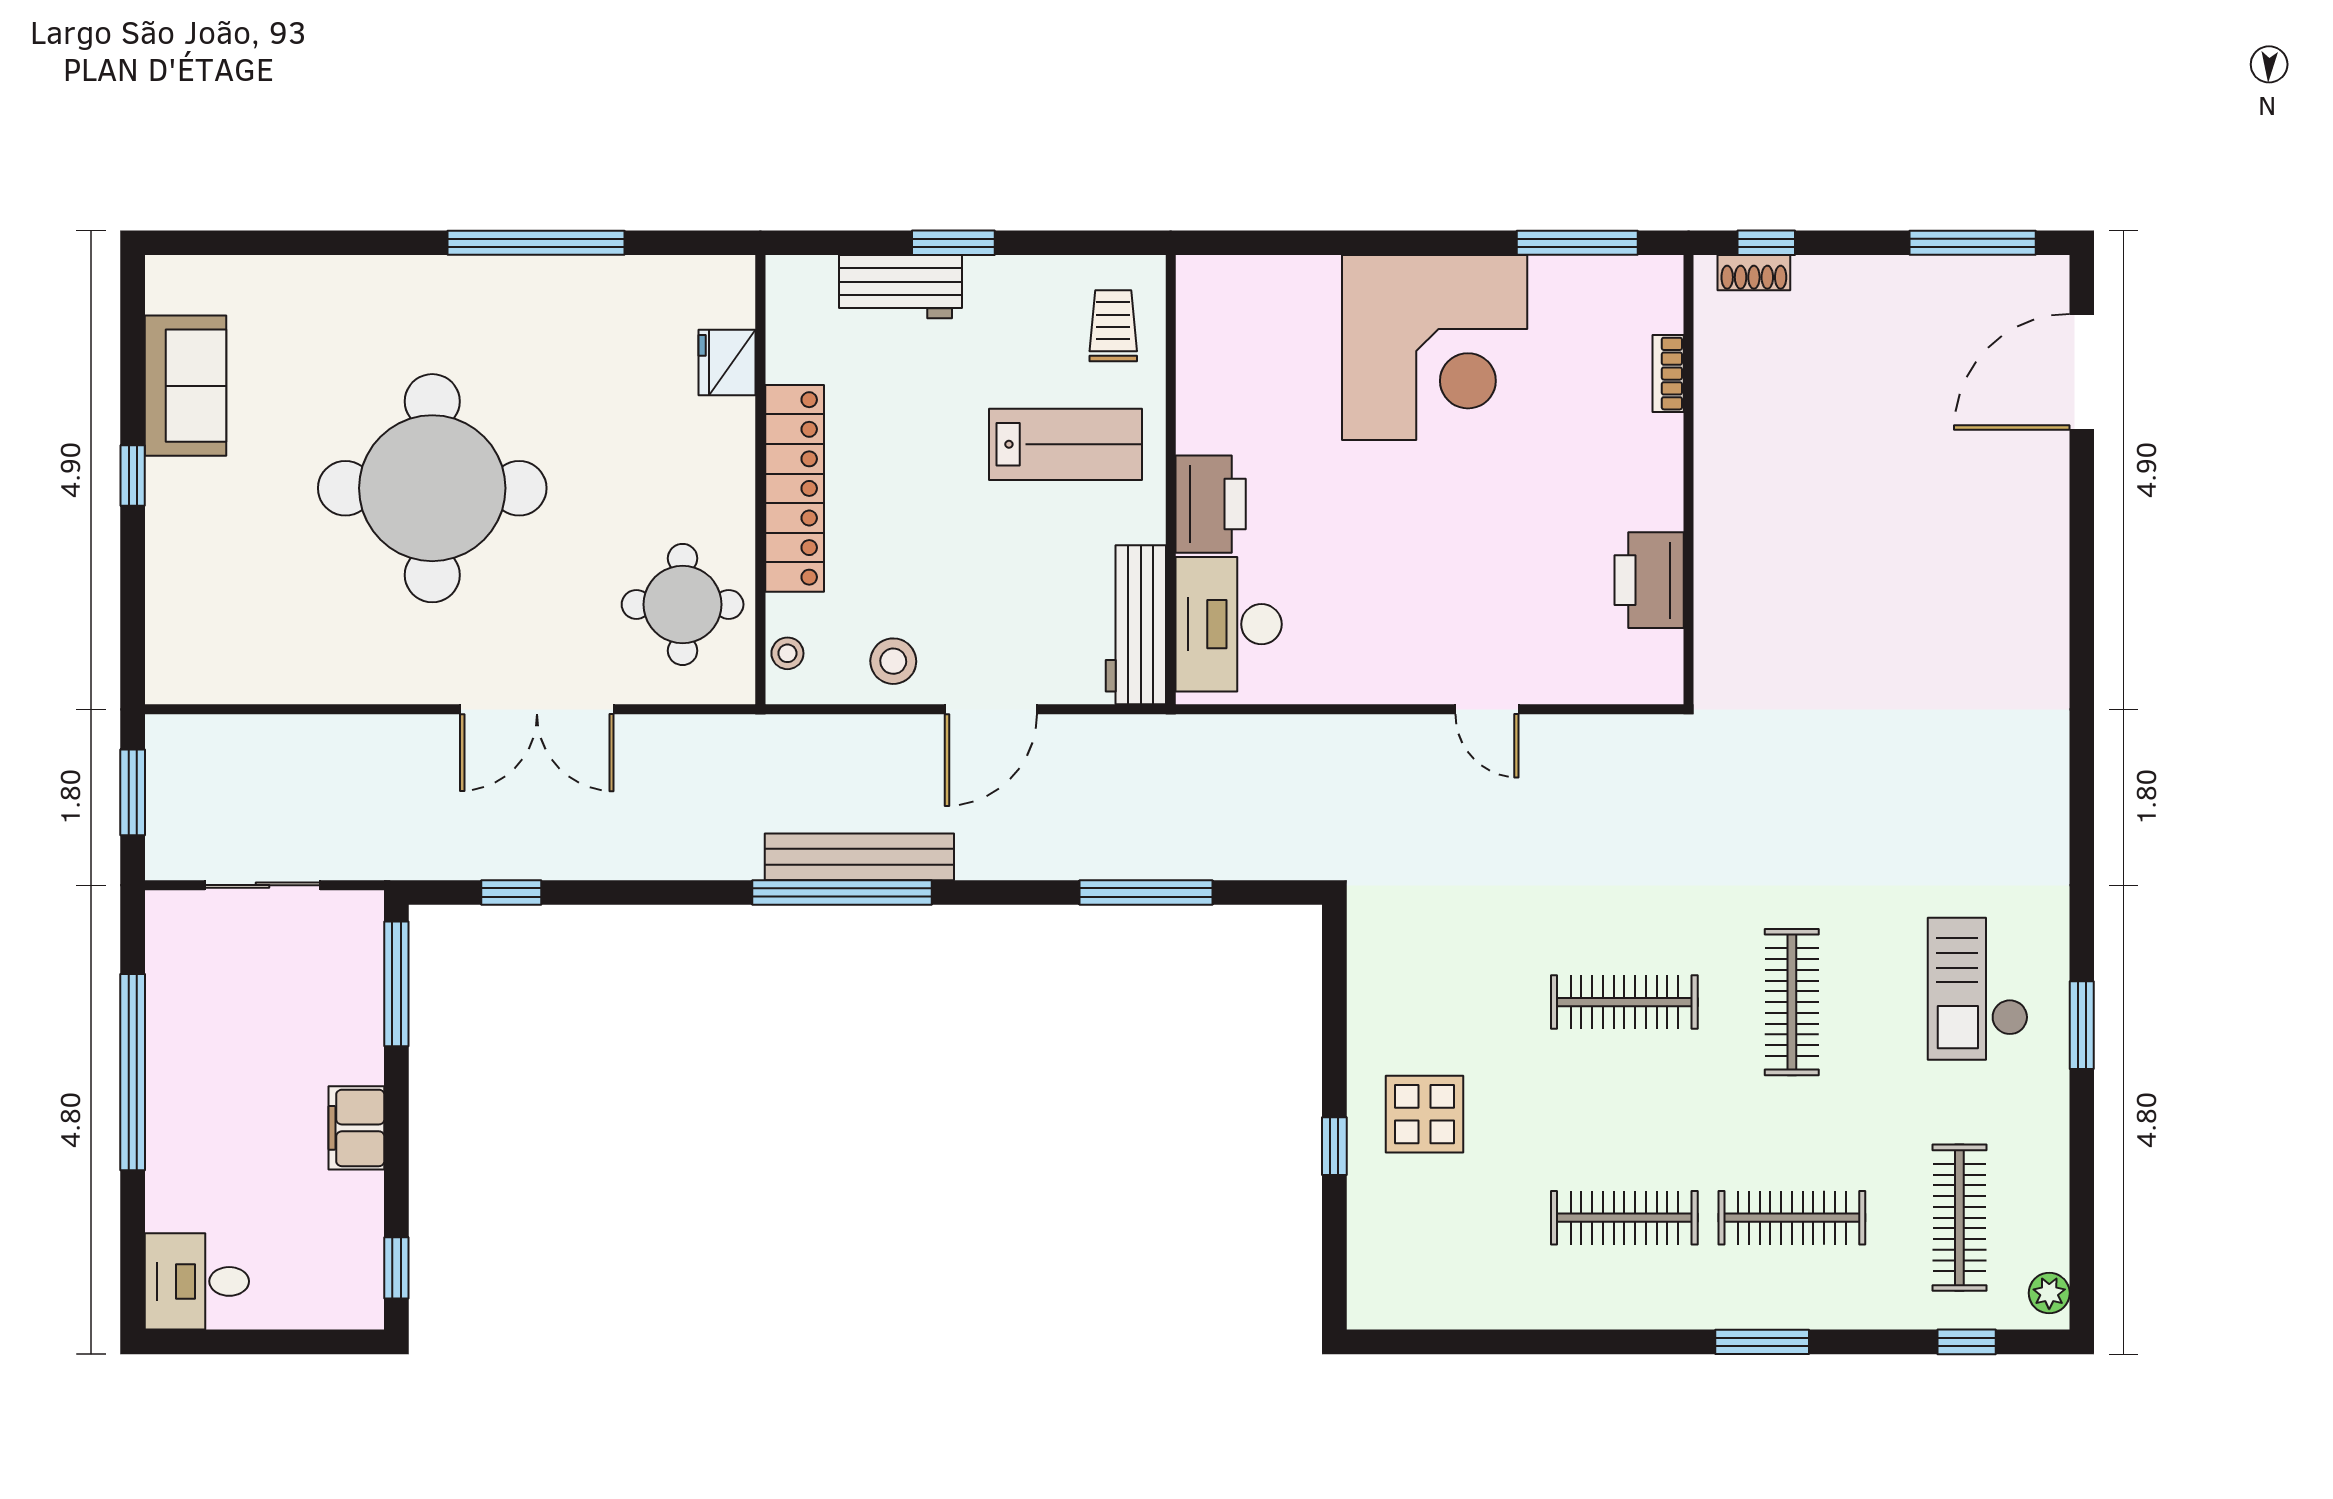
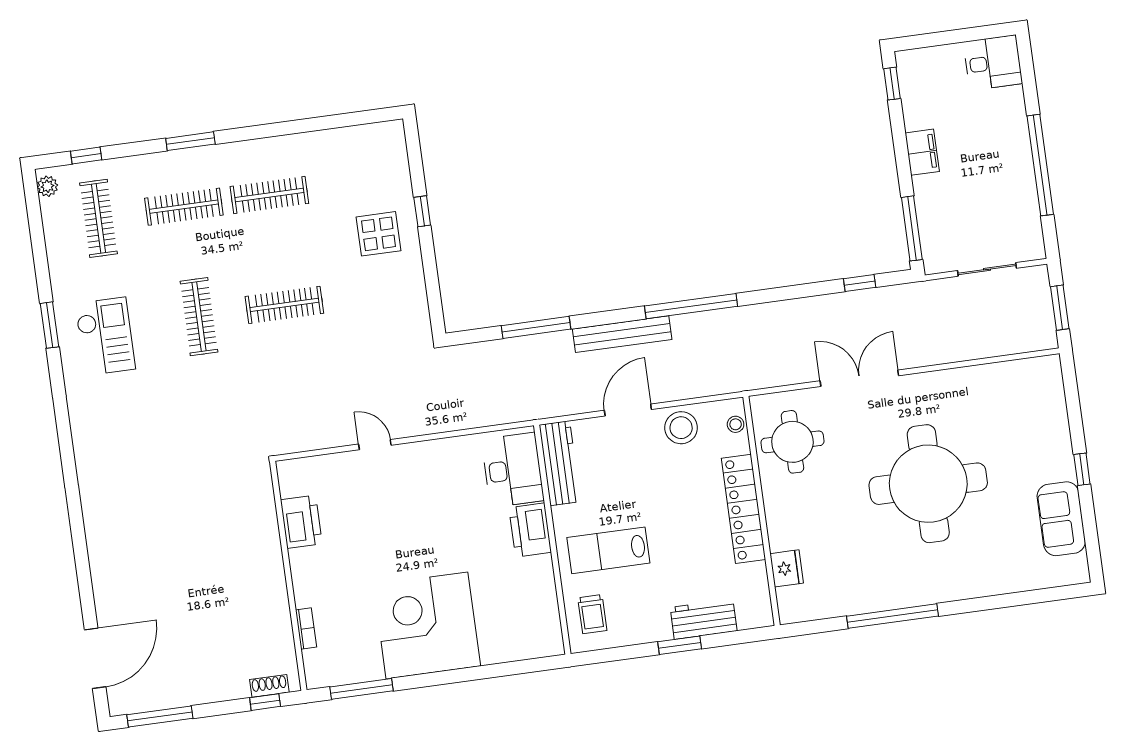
stool: (893, 661) -> (681, 428), width x1.38, depth x1.38
bench: (859, 857) -> (622, 334), moved

